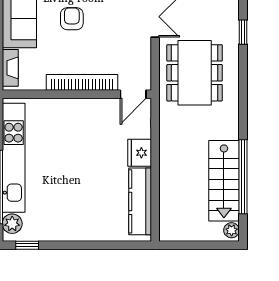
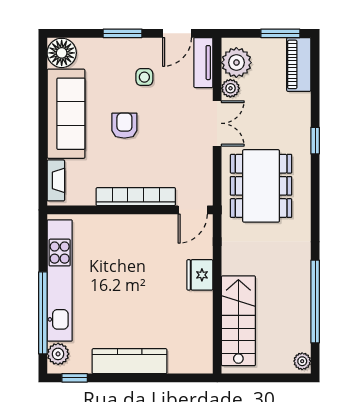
stairs: (224, 181) -> (238, 321), moved, turned 180
kitchen counter: (140, 201) -> (129, 361), moved, turned 90

